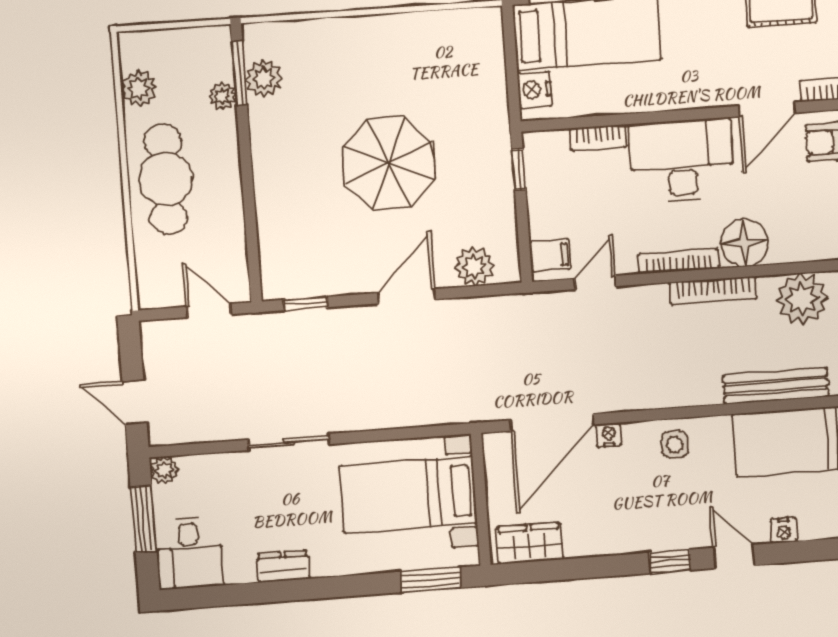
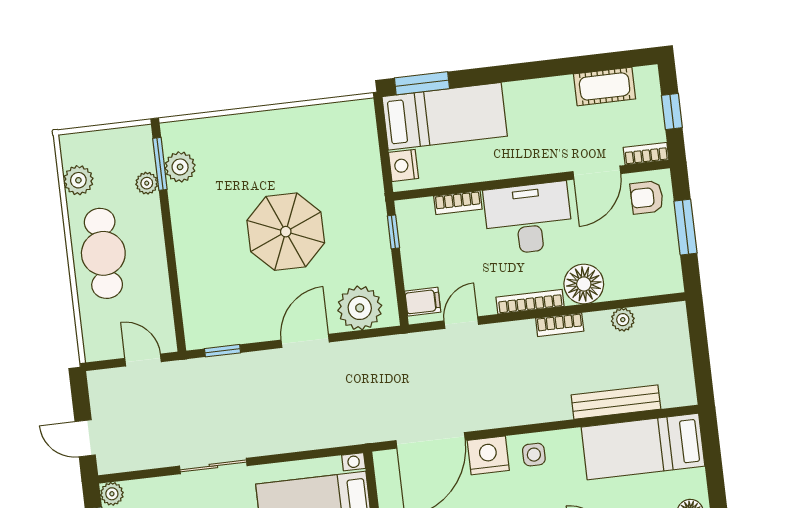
plant: (474, 266) -> (360, 308), width x1.36, depth x1.36
bookcase: (713, 290) -> (560, 325), width x0.64
plant: (802, 299) -> (623, 320), width x0.53, depth x0.53
nightstand: (609, 435) -> (488, 455), width x1.89, depth x1.79

